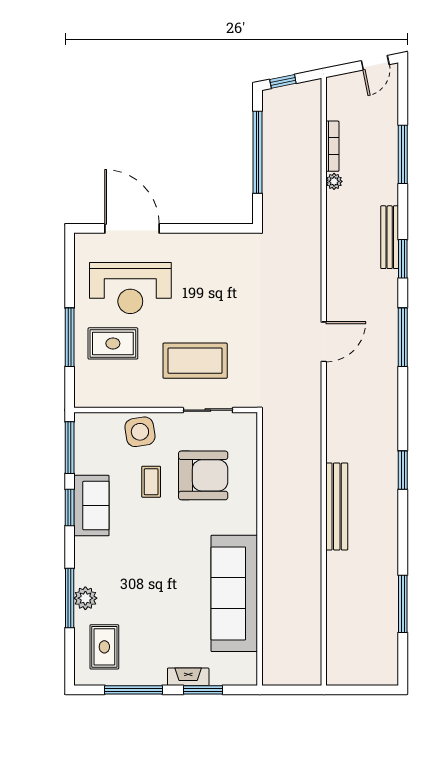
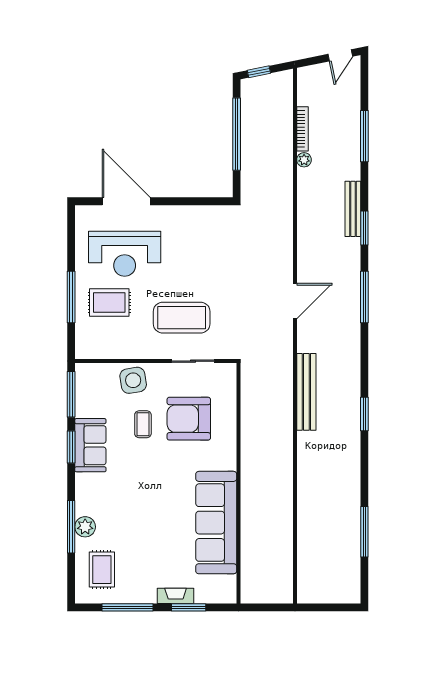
armchair: (203, 475) -> (189, 419), turned 180
bench: (337, 506) -> (306, 392), moved

